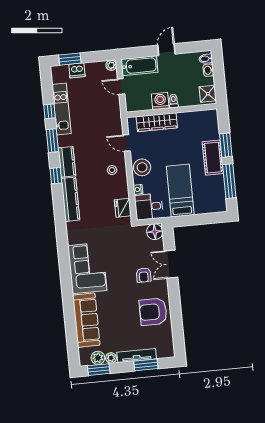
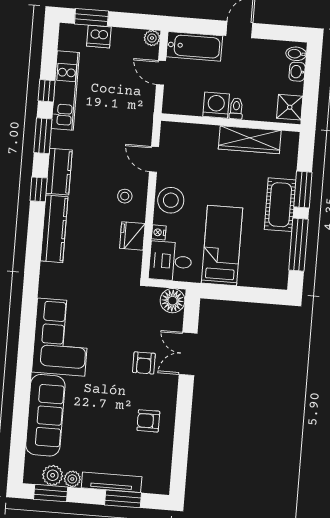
wardrobe: (157, 122) -> (250, 140), moved
fridge: (123, 208) -> (132, 236), moved
armchair: (153, 312) -> (148, 421), width x0.53, depth x0.53

